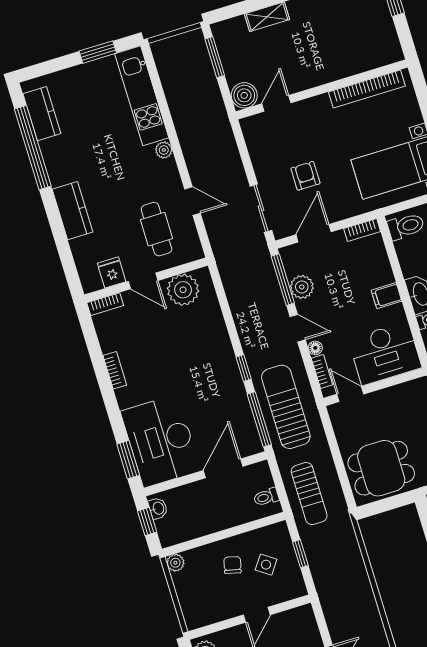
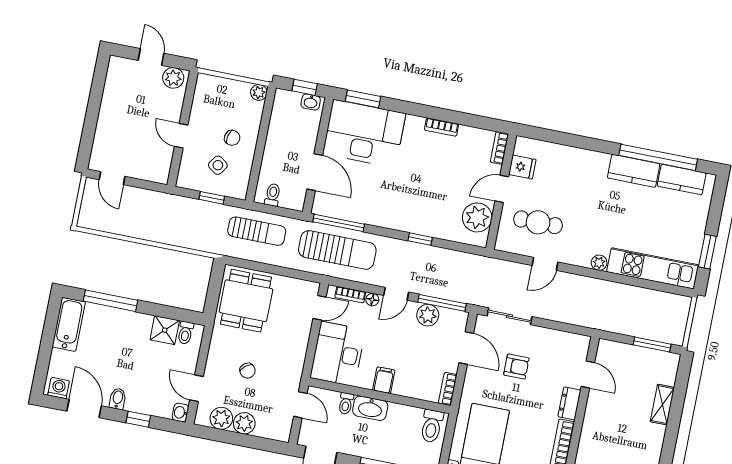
boiler: (244, 95) -> (608, 352), removed
dresser: (314, 106) -> (569, 403), added
kitchen counter: (72, 211) -> (634, 171), moved
window: (244, 368) -> (420, 239), moved
sun lounger: (309, 494) -> (257, 231), turned 180

